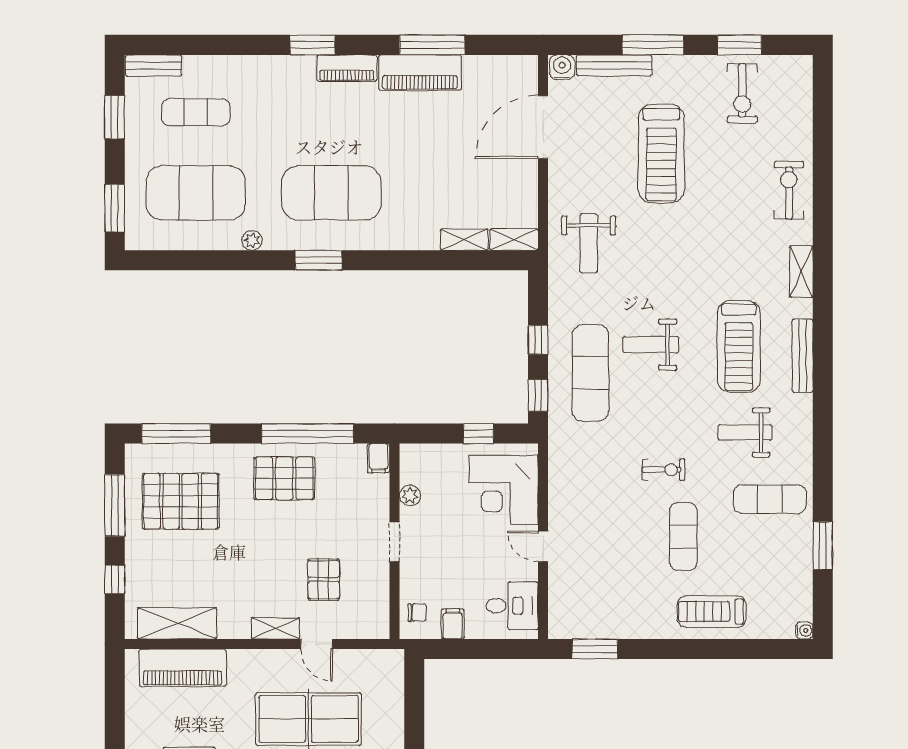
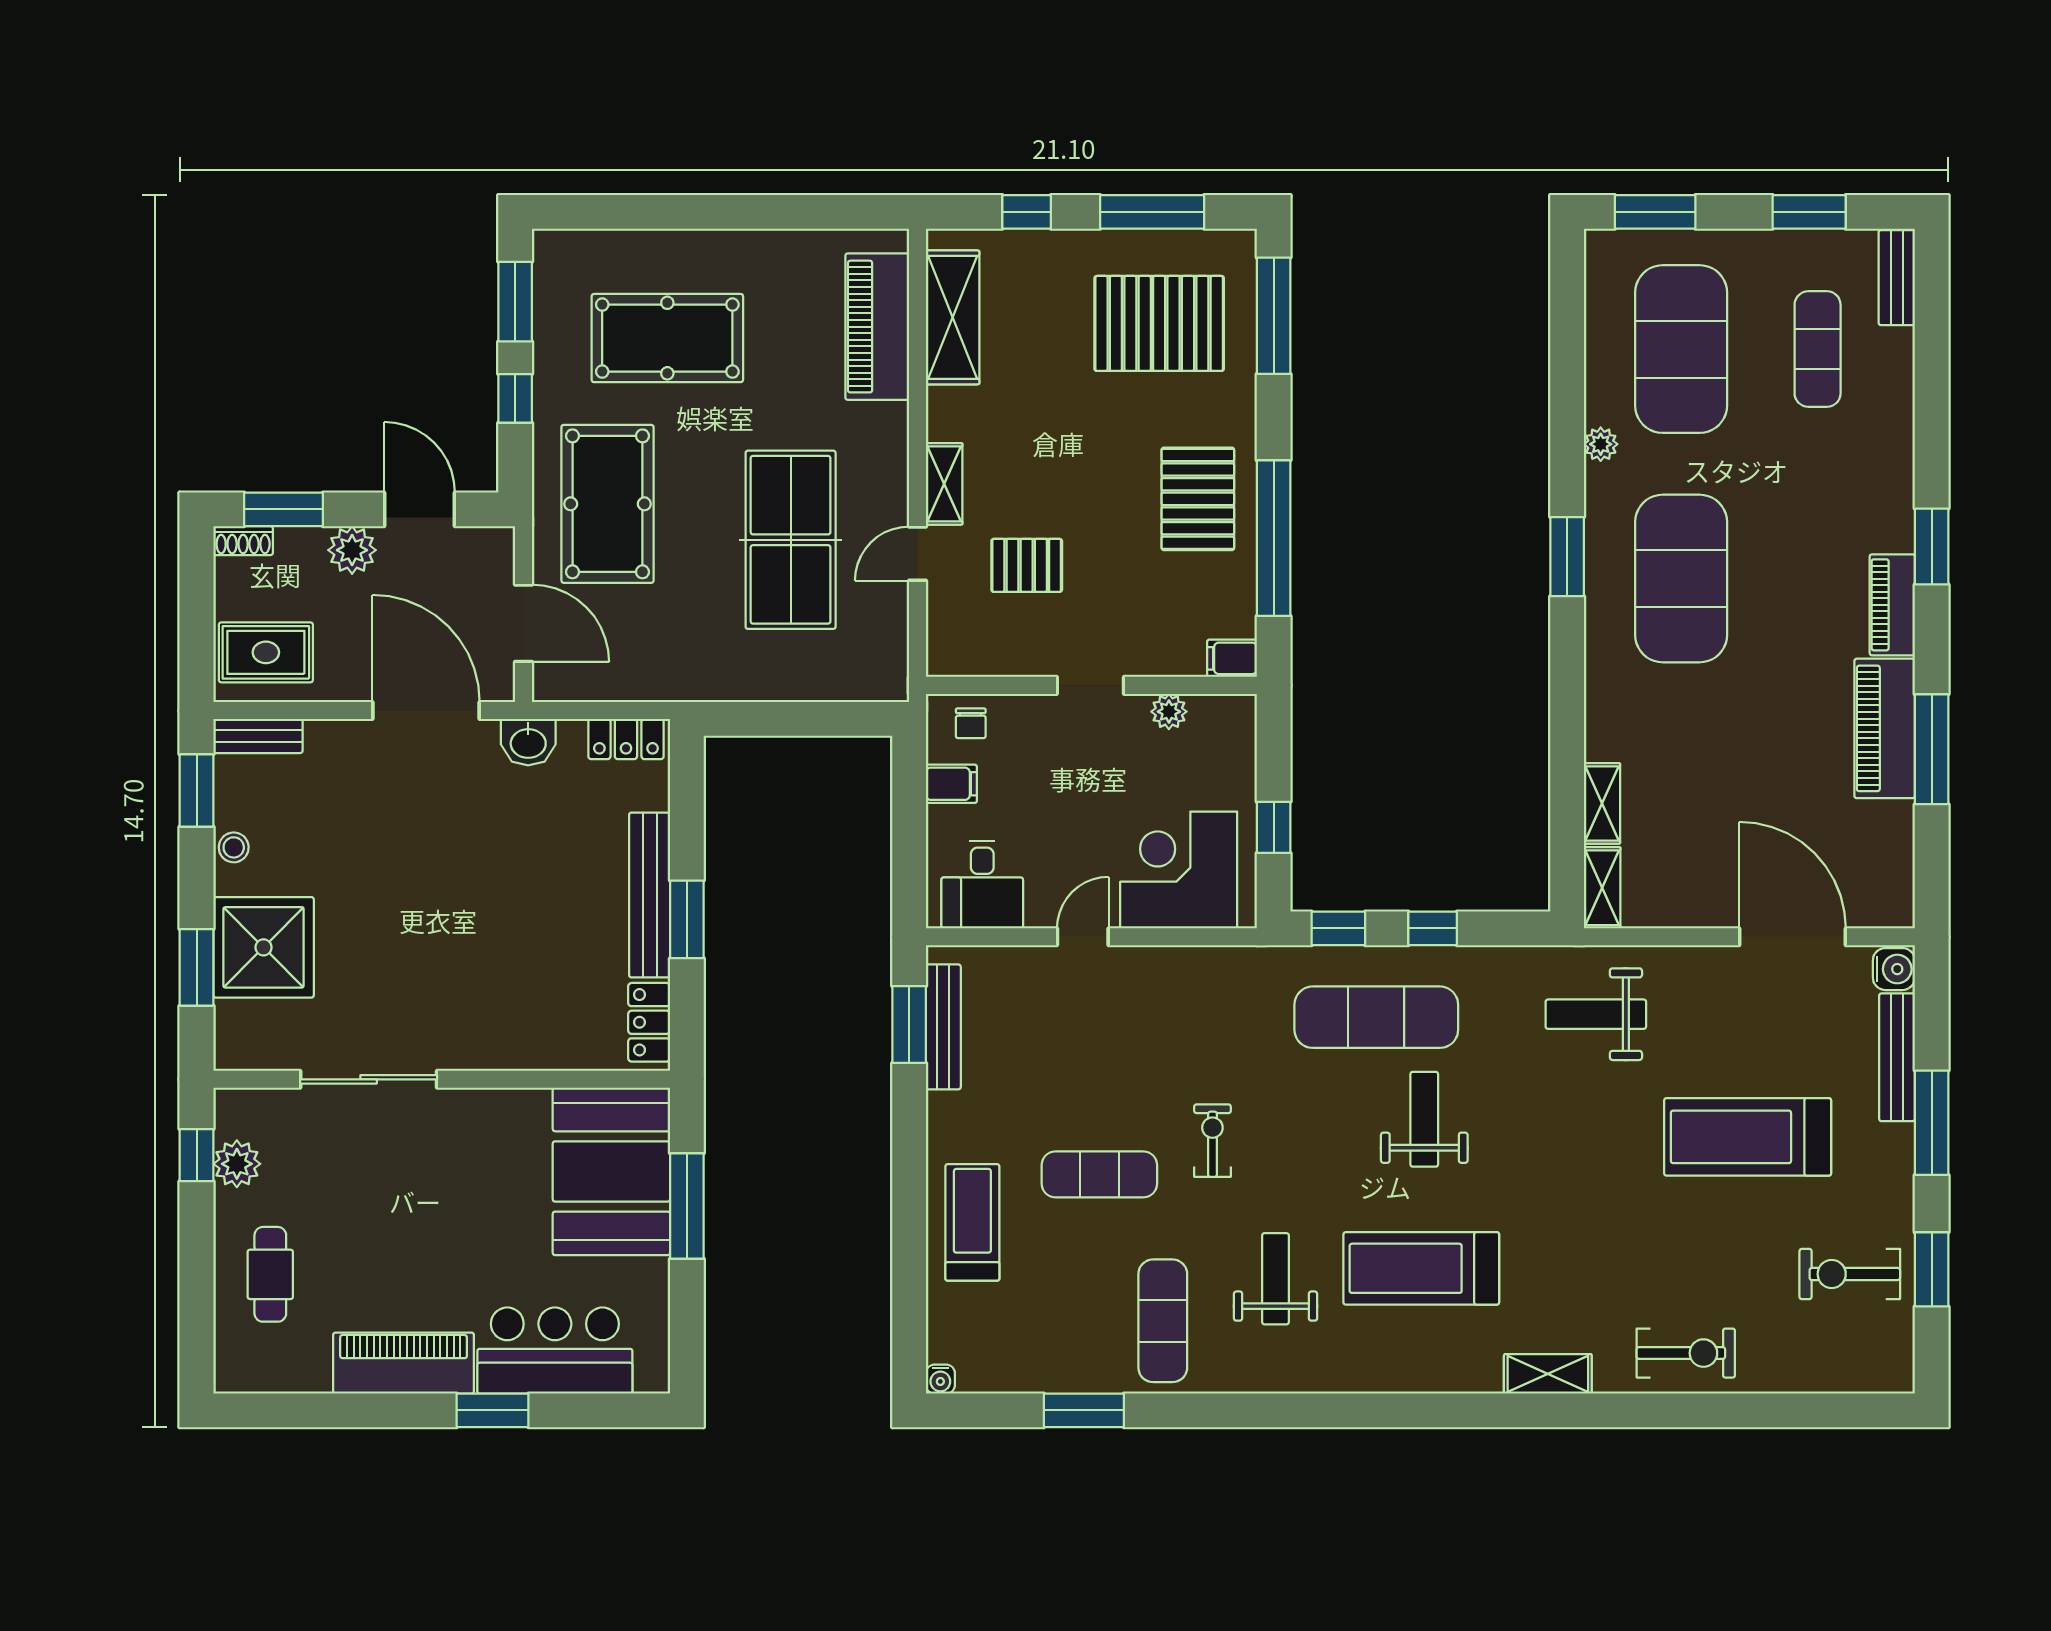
bench: (803, 356) -> (943, 1027), moved, turned 90
exercise bike: (663, 470) -> (1212, 1141), turned 180
pallet: (181, 501) -> (1159, 323), turned 90

